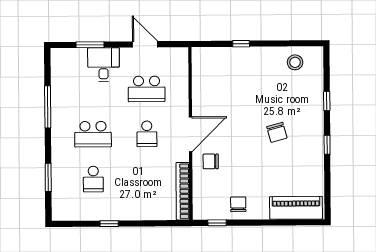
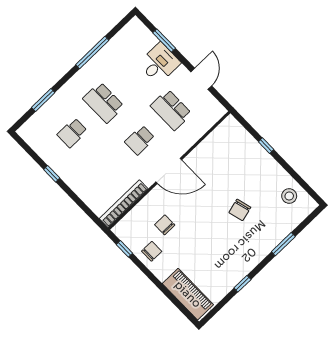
window: (327, 101) -> (283, 244), width x1.50
chair: (277, 132) -> (240, 210), moved
window: (327, 145) -> (242, 284), moved
chair: (211, 161) -> (165, 225), moved

